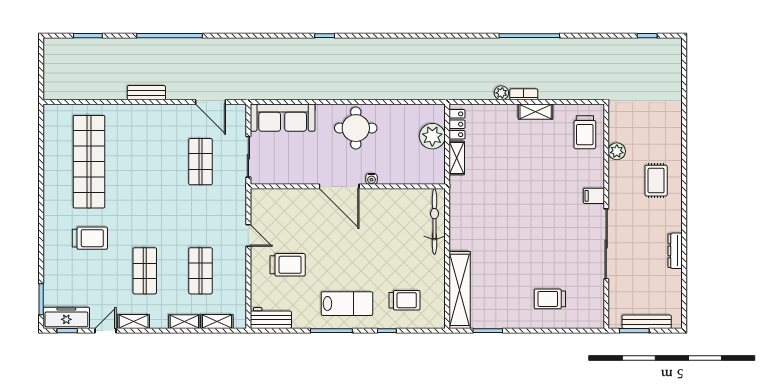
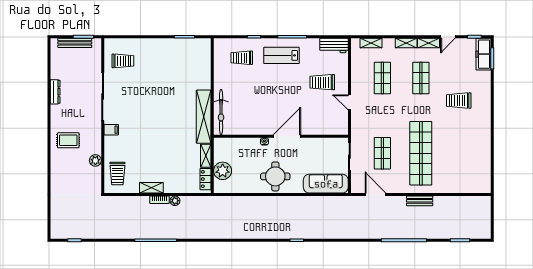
trolley: (585, 132) -> (117, 174), turned 180
shop shelf: (89, 162) -> (421, 153), moved
rug: (656, 181) -> (68, 140), turned 90
door: (339, 186) -> (287, 136), hinge flipped
shelving: (460, 290) -> (204, 117), moved
trolley: (550, 299) -> (123, 61), moved
freezer: (66, 318) -> (483, 54), moved, turned 90
shelving: (184, 322) -> (406, 43), moved

